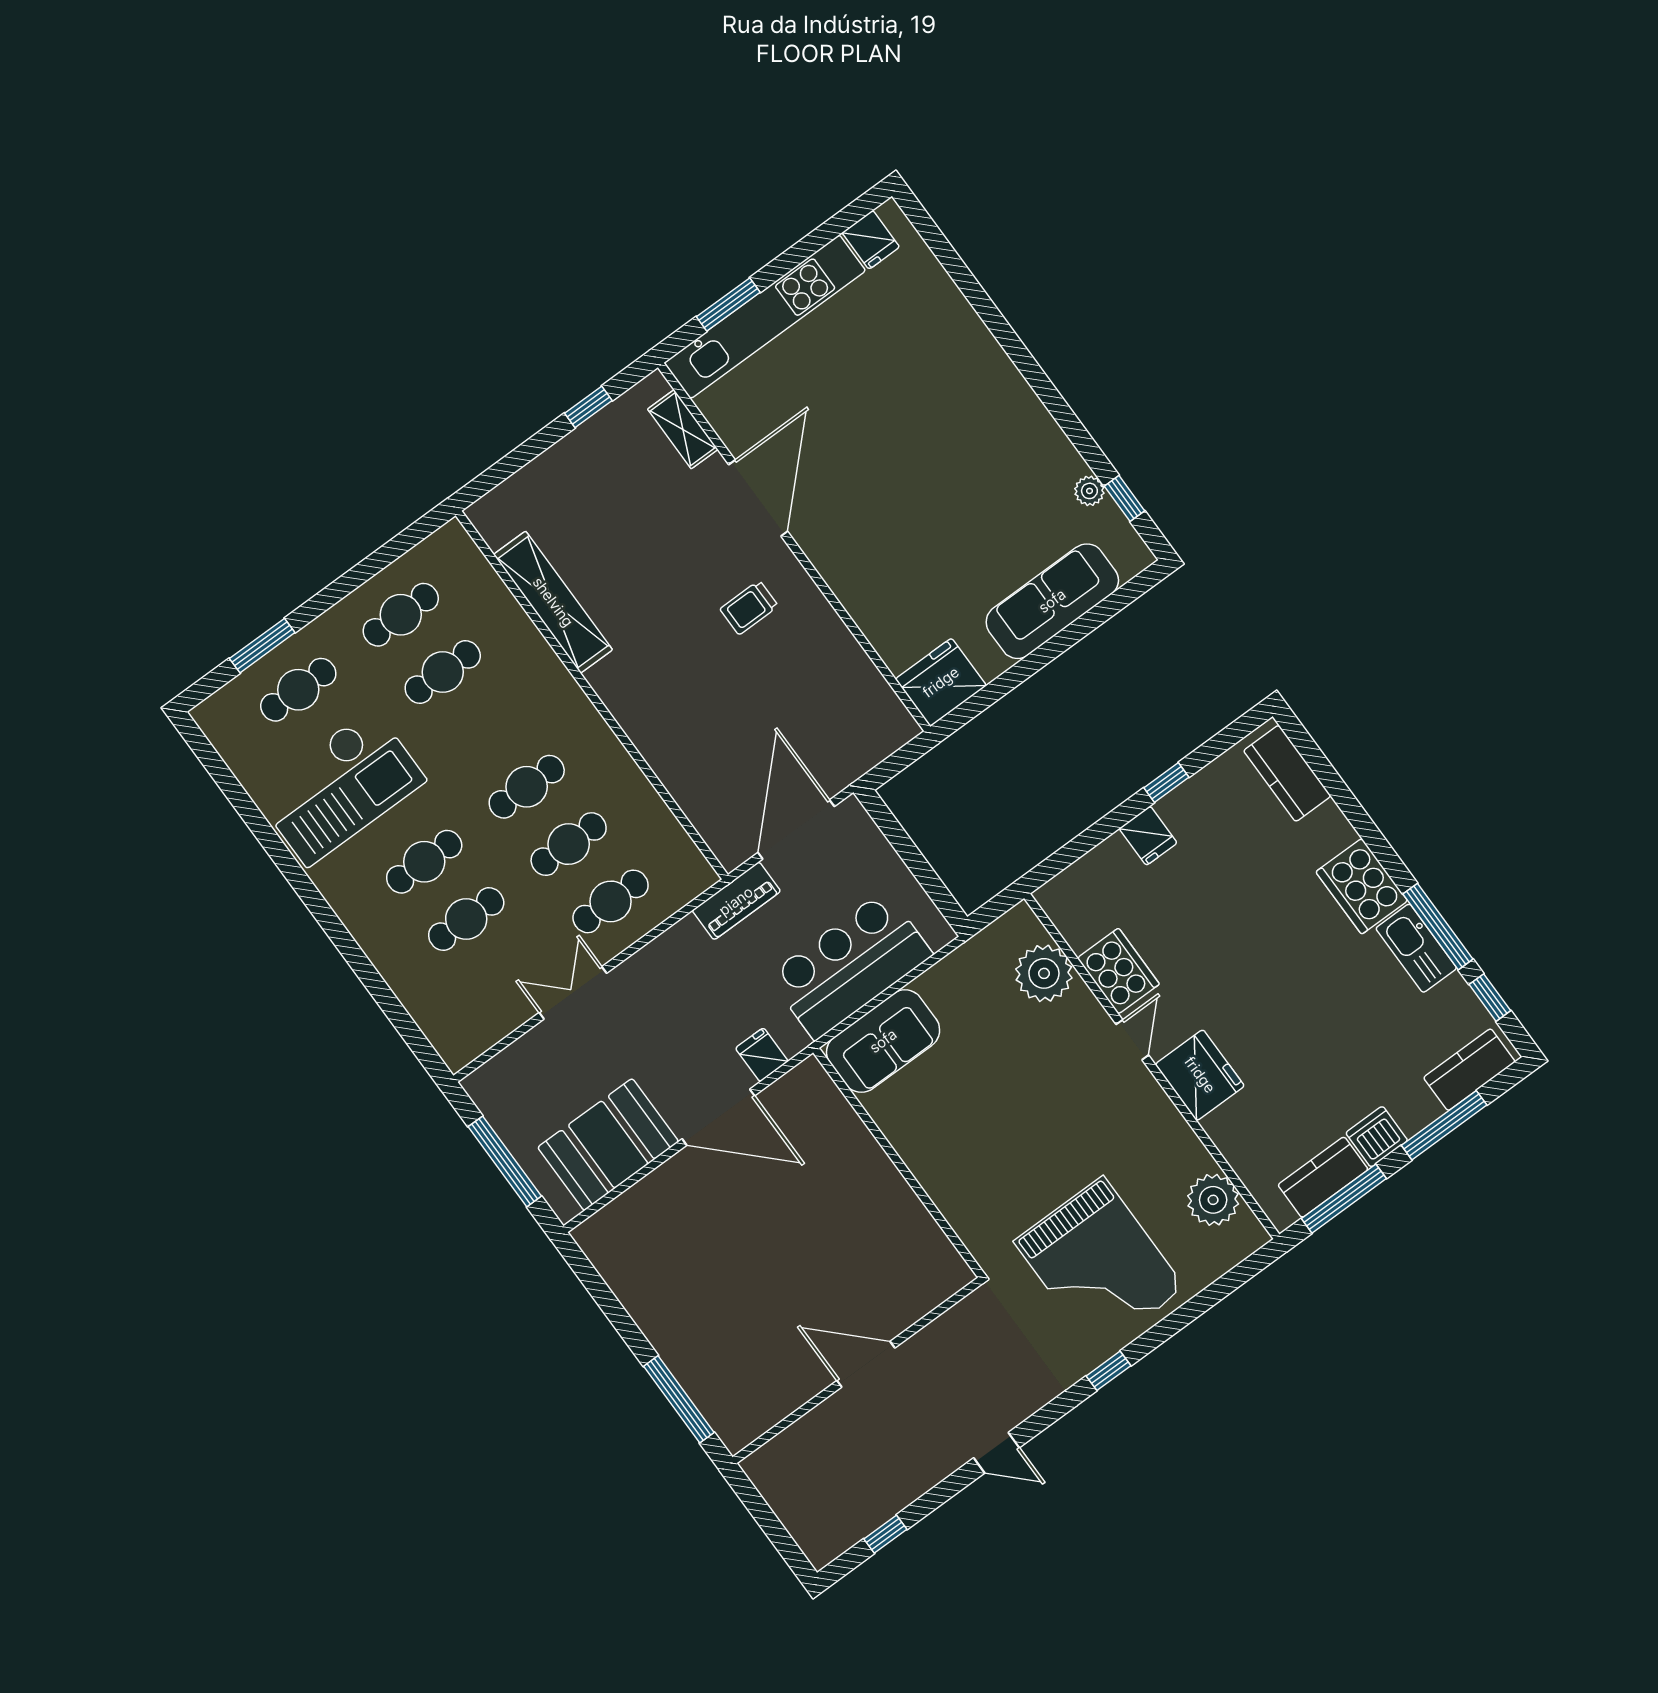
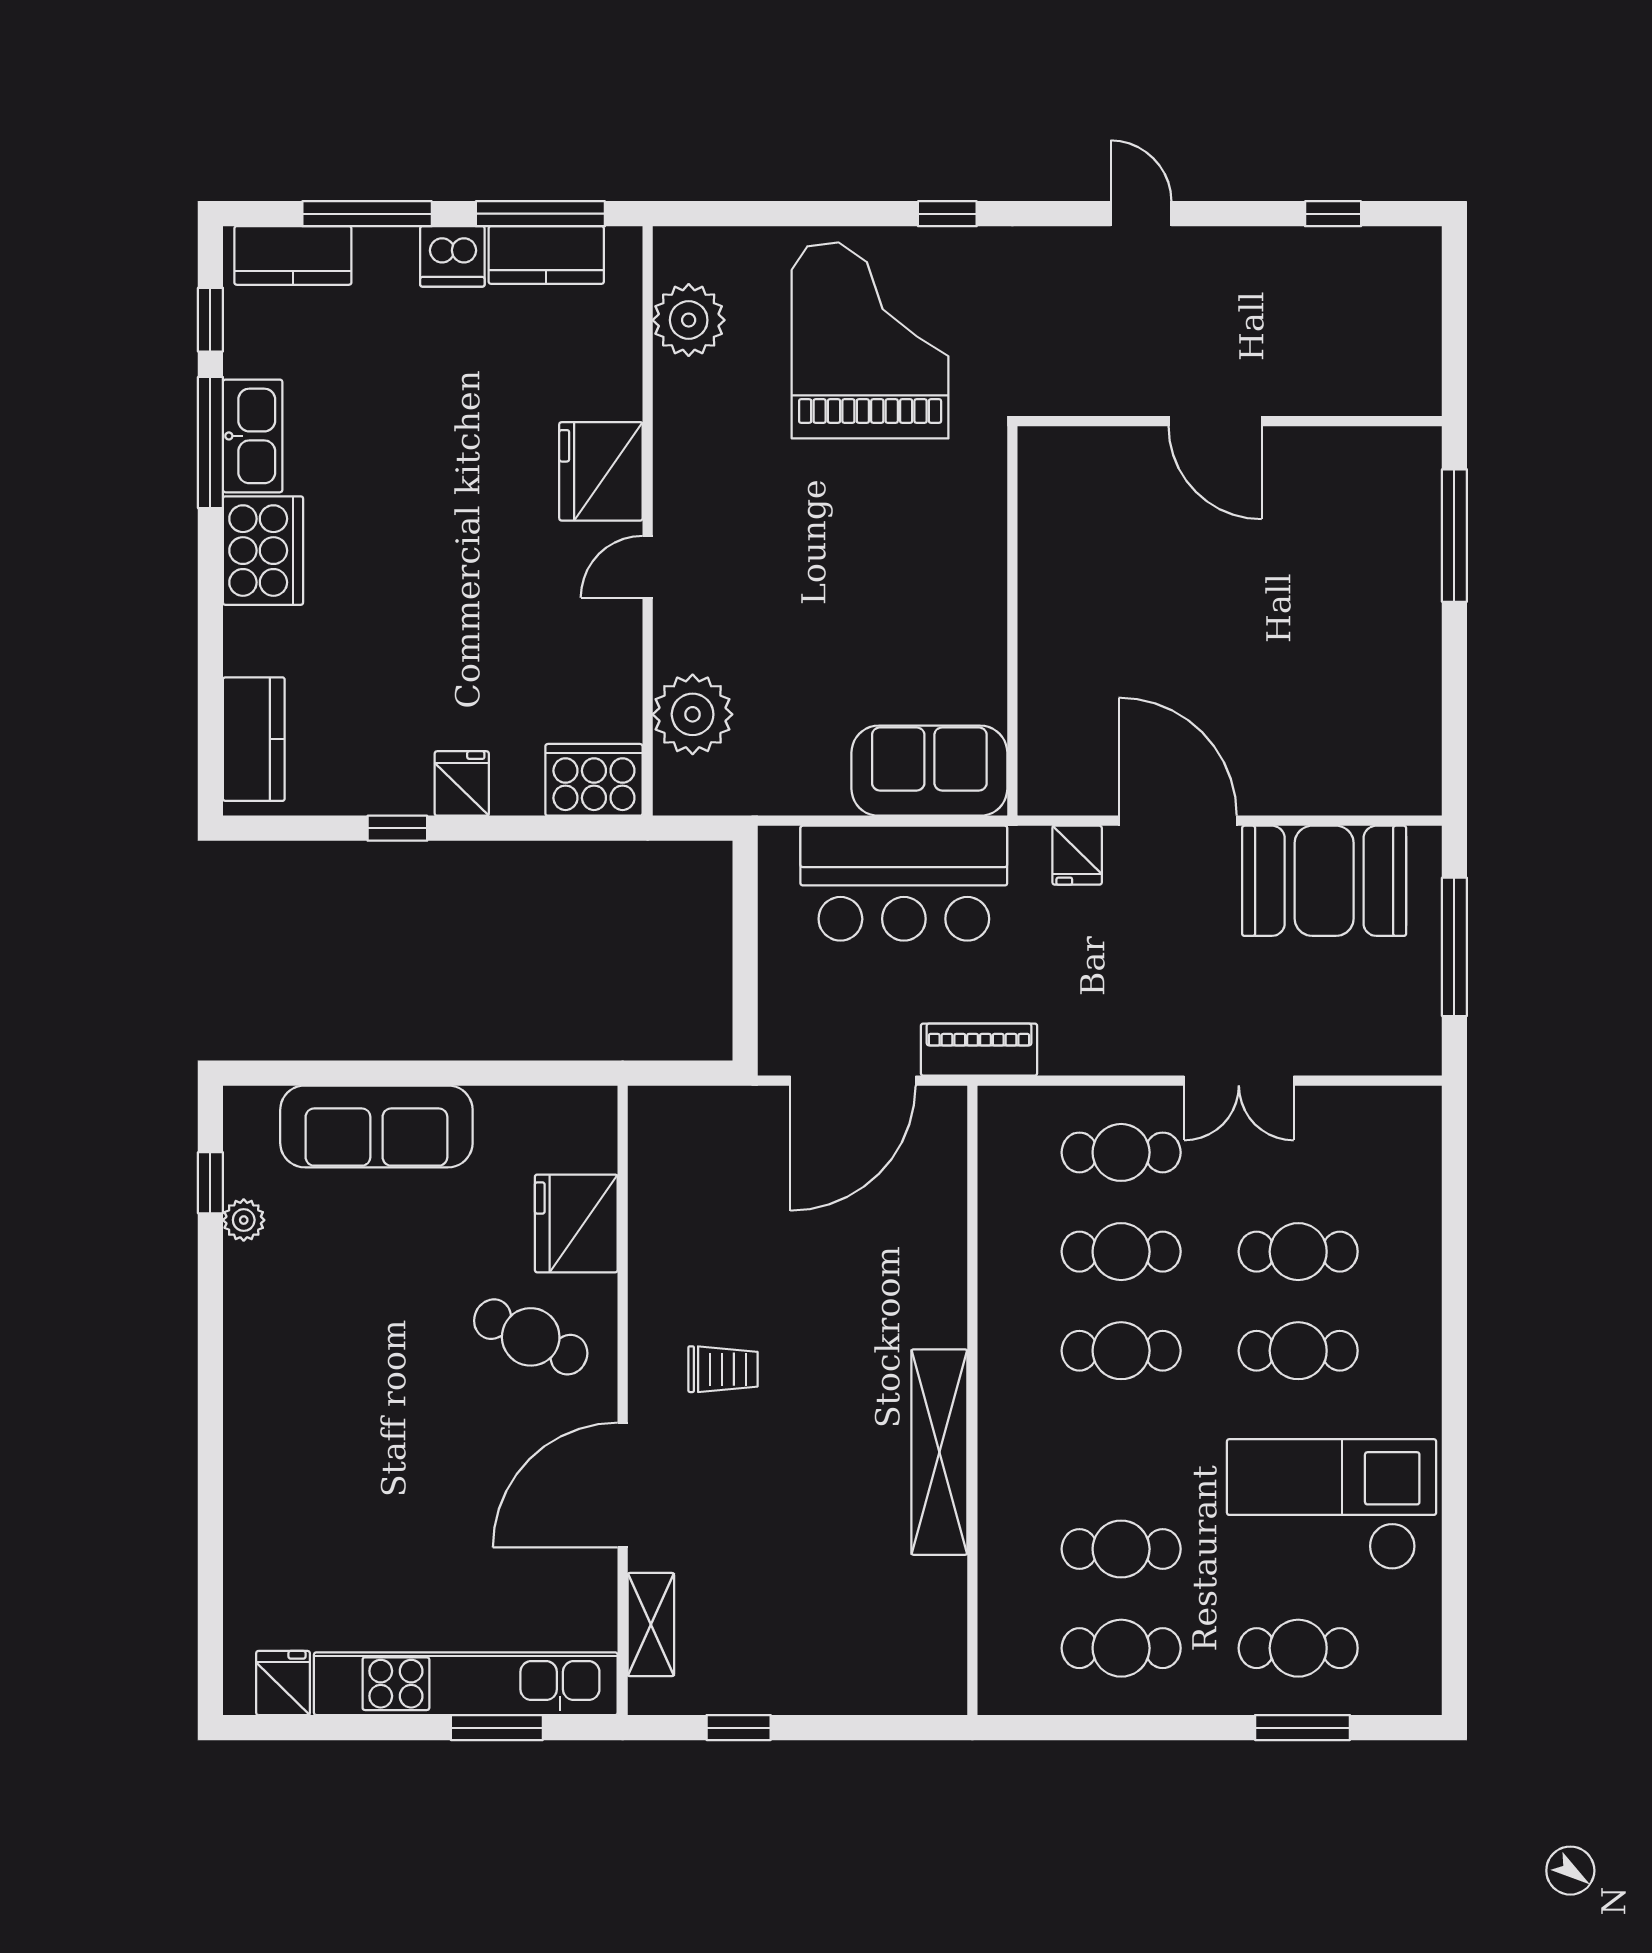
cafe table: (874, 545) -> (531, 1337), added
shelving: (553, 602) -> (939, 1452), moved
fridge: (941, 682) -> (576, 1223), moved, turned 90
cooker: (1118, 971) -> (594, 780), moved, turned 90

